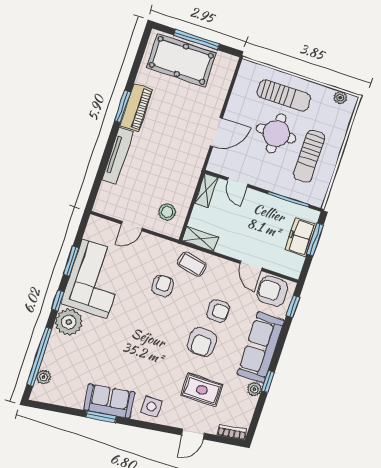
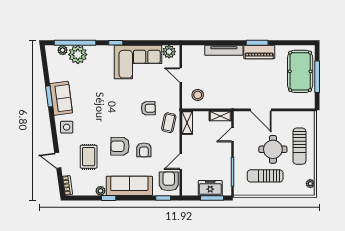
plant: (94, 231) -> (169, 52), added
window: (71, 261) -> (144, 43), removed
plant: (69, 322) -> (78, 55), moved

